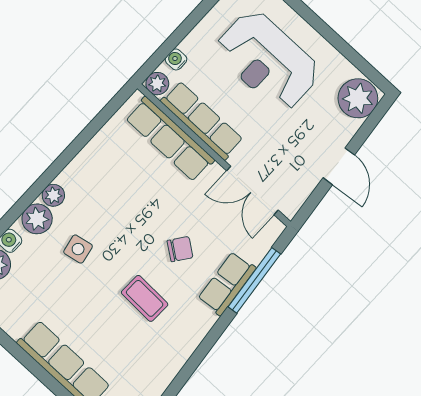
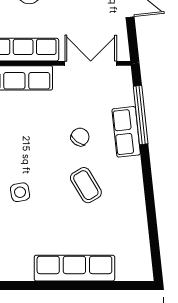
double door: (252, 190) -> (91, 63), swing flipped
coffee table: (145, 298) -> (86, 185), turned 57

